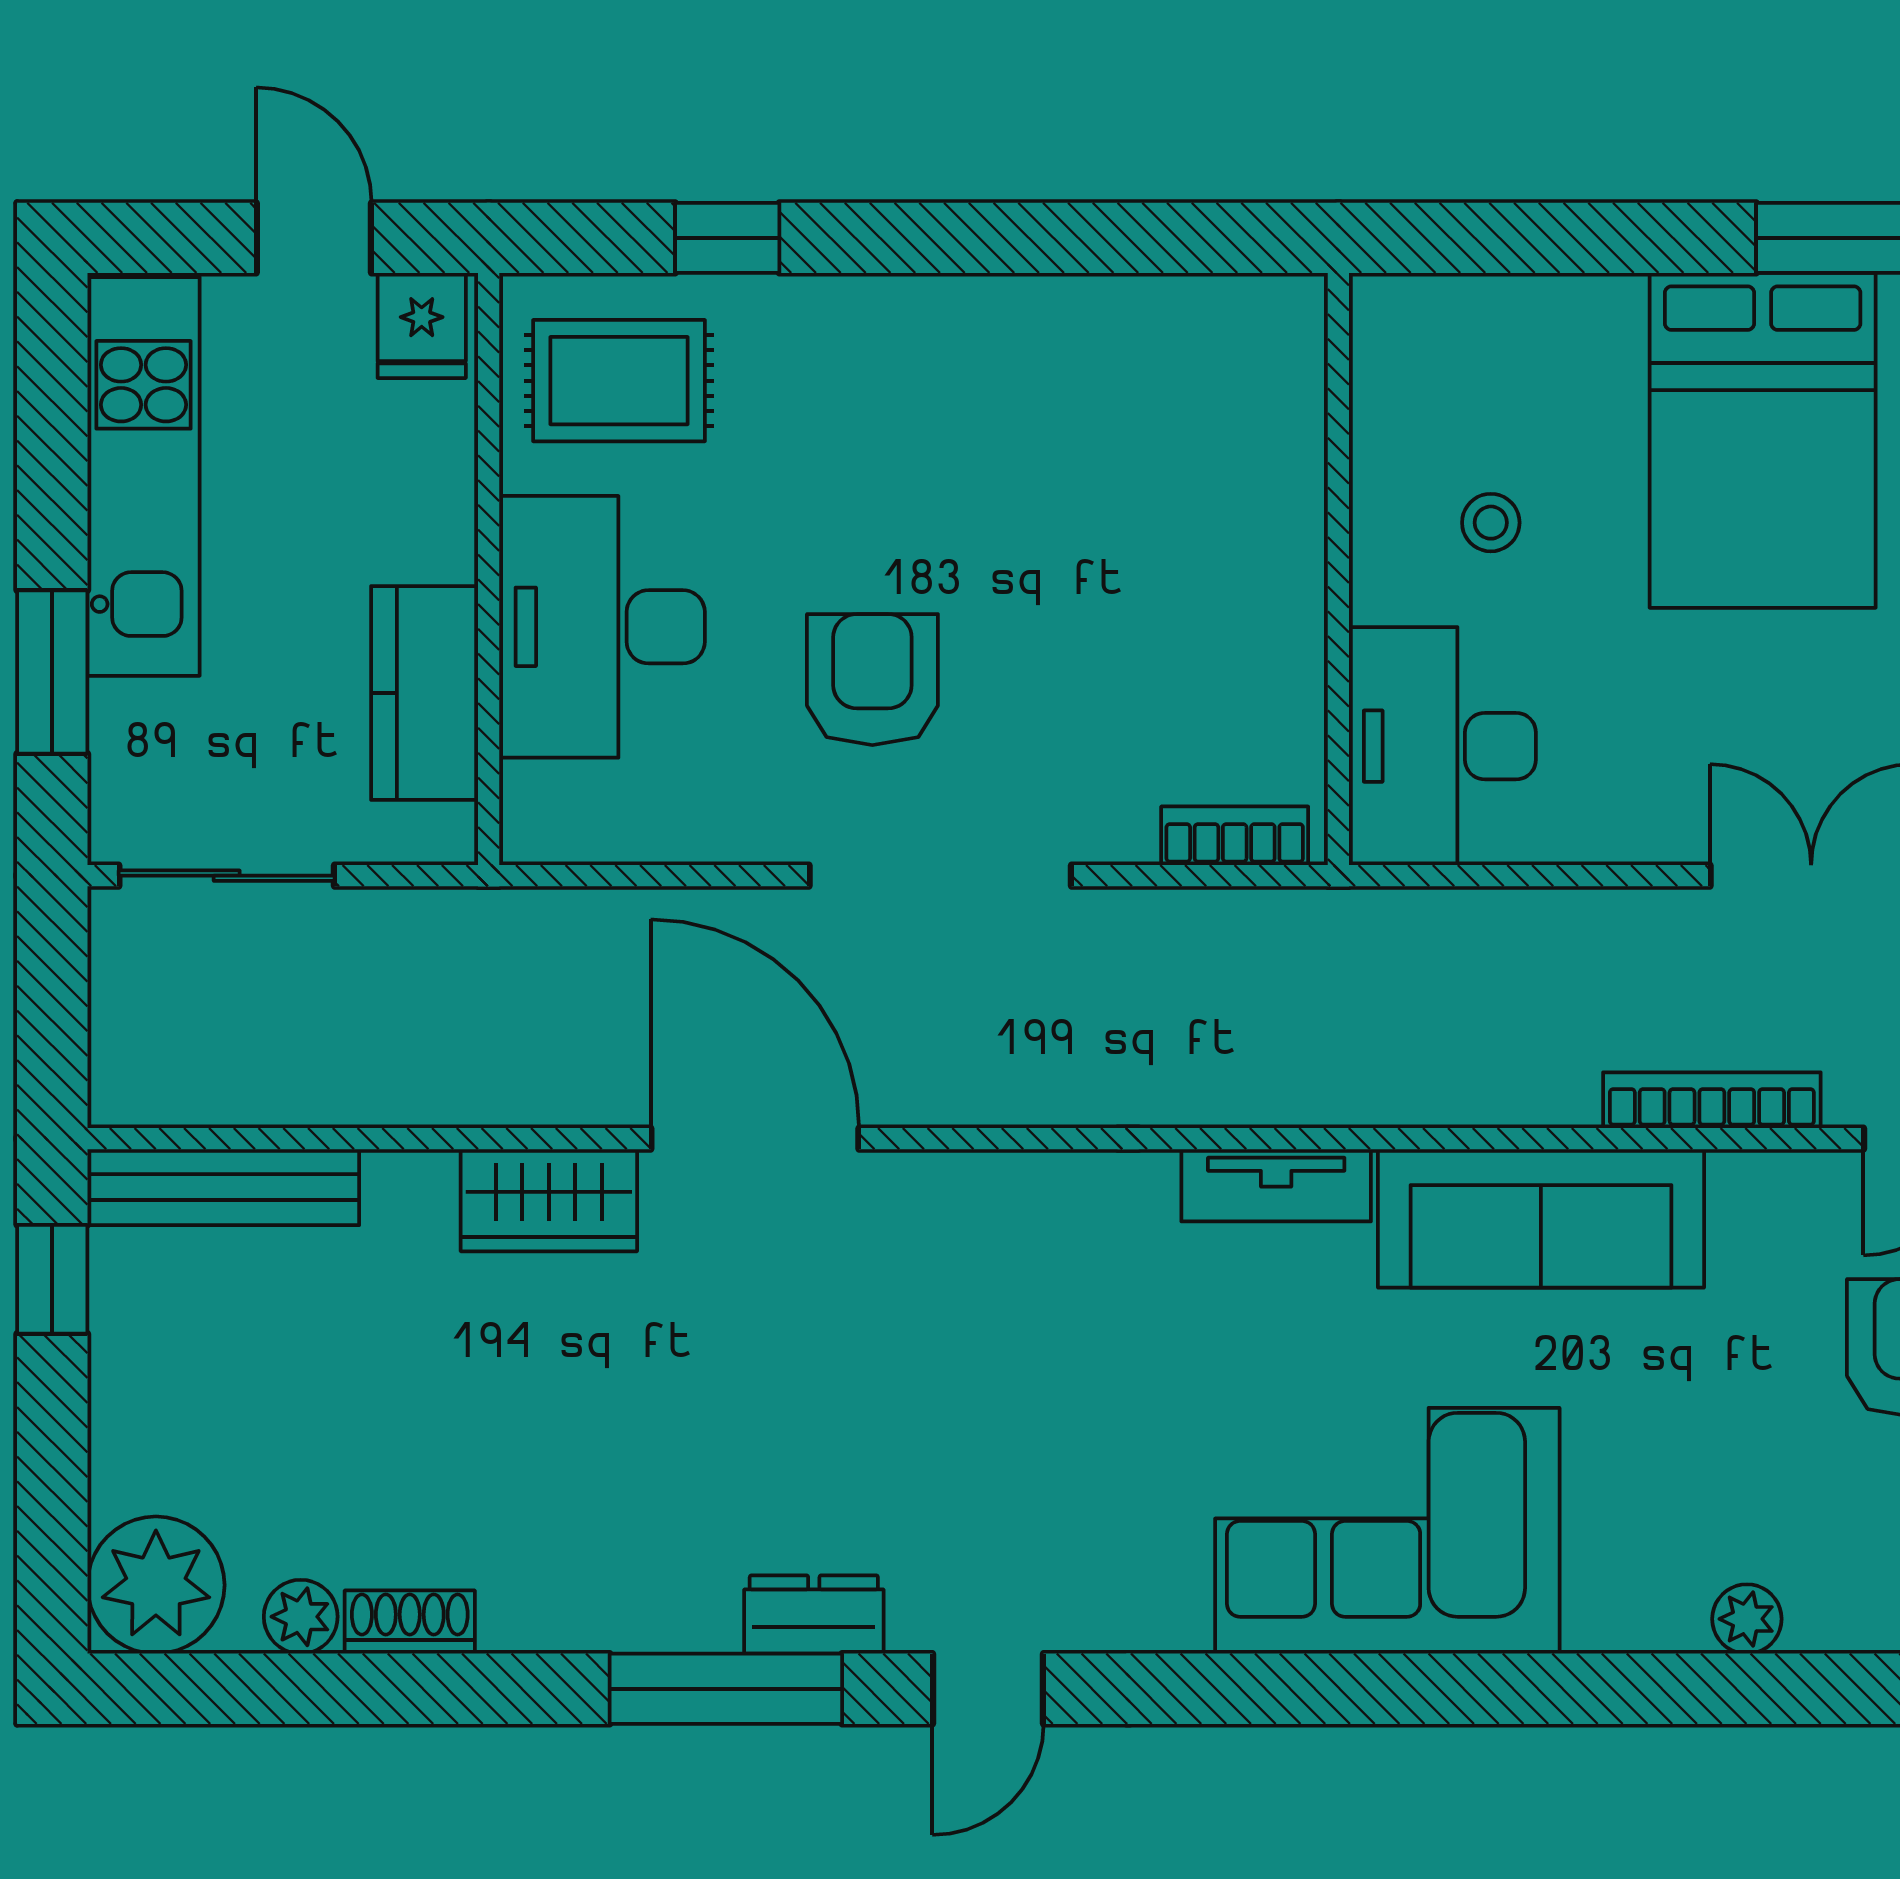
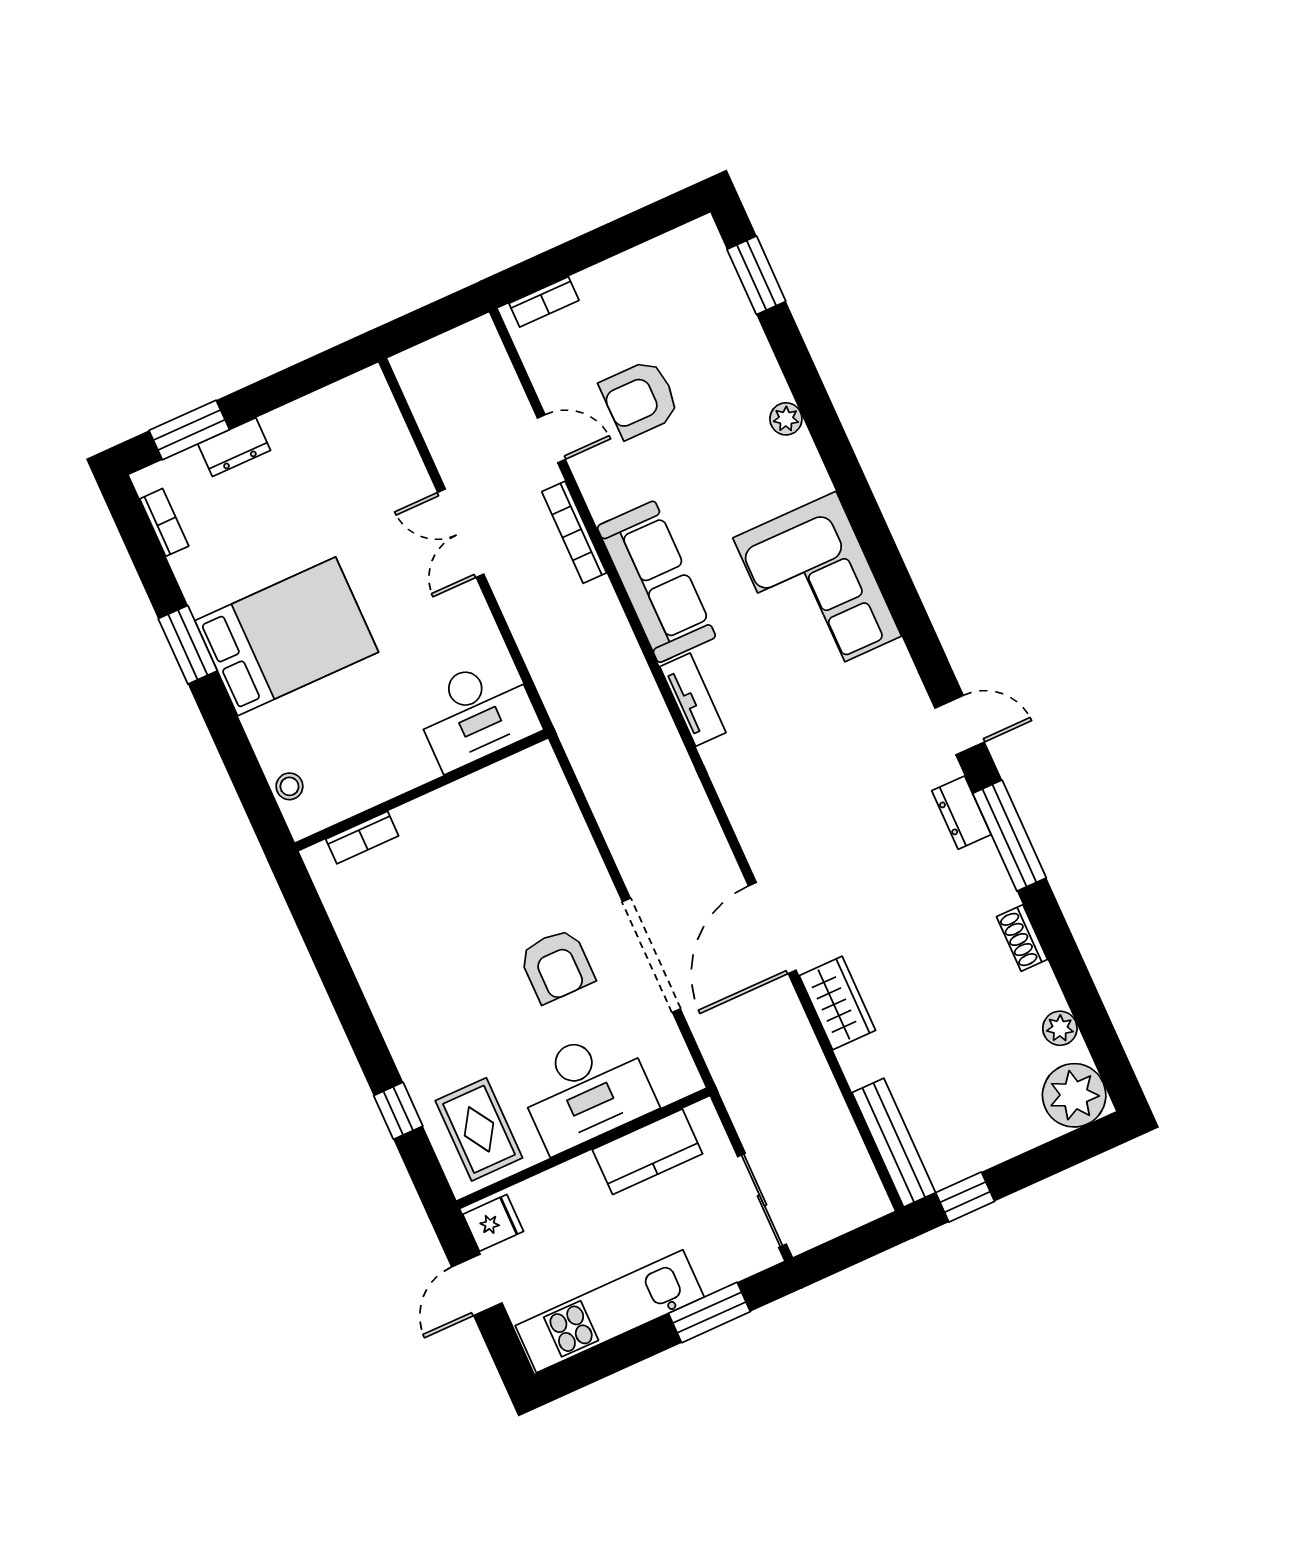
stool: (1491, 523) -> (289, 786), moved
armchair: (872, 680) -> (557, 966), turned -90
bookcase: (1235, 836) -> (362, 838), moved, turned -90
doorway: (940, 876) -> (651, 955), moved
shoe rack: (410, 1622) -> (1022, 938), moved

